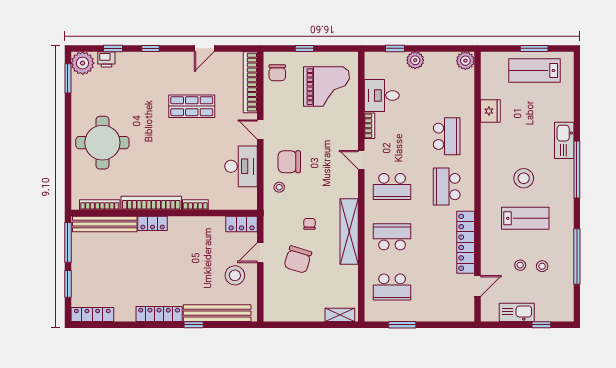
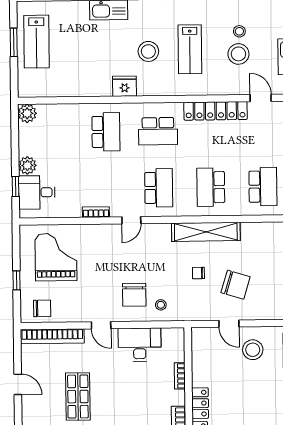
desk: (382, 95) -> (37, 192), moved, turned 90
fridge: (490, 111) -> (125, 86), moved
door: (260, 129) -> (101, 325), hinge flipped
school desk: (447, 136) -> (106, 132), turned 90
bookcase: (195, 205) -> (180, 376), moved
lab bench: (525, 218) -> (190, 49), turned 180
locker: (242, 224) -> (200, 403), moved
stool: (520, 265) -> (238, 54), width x1.89, depth x1.89

